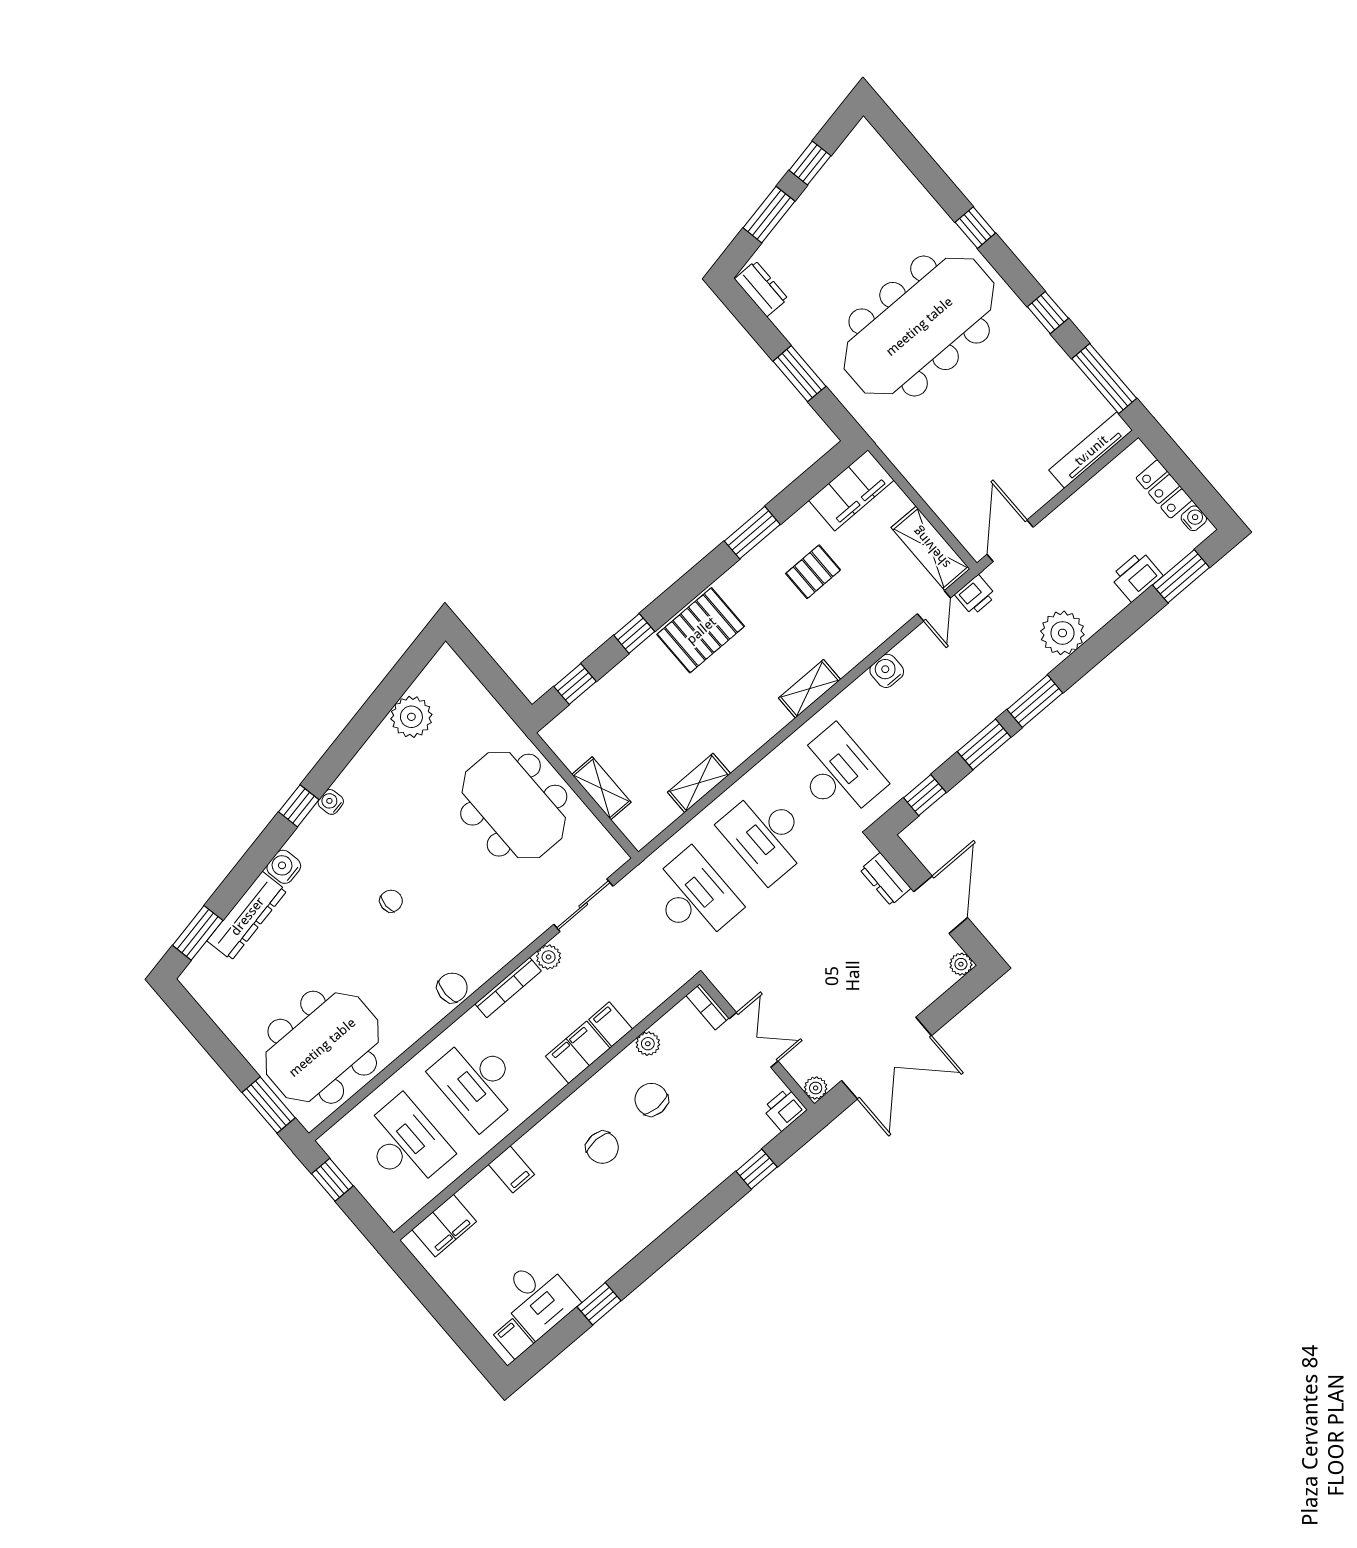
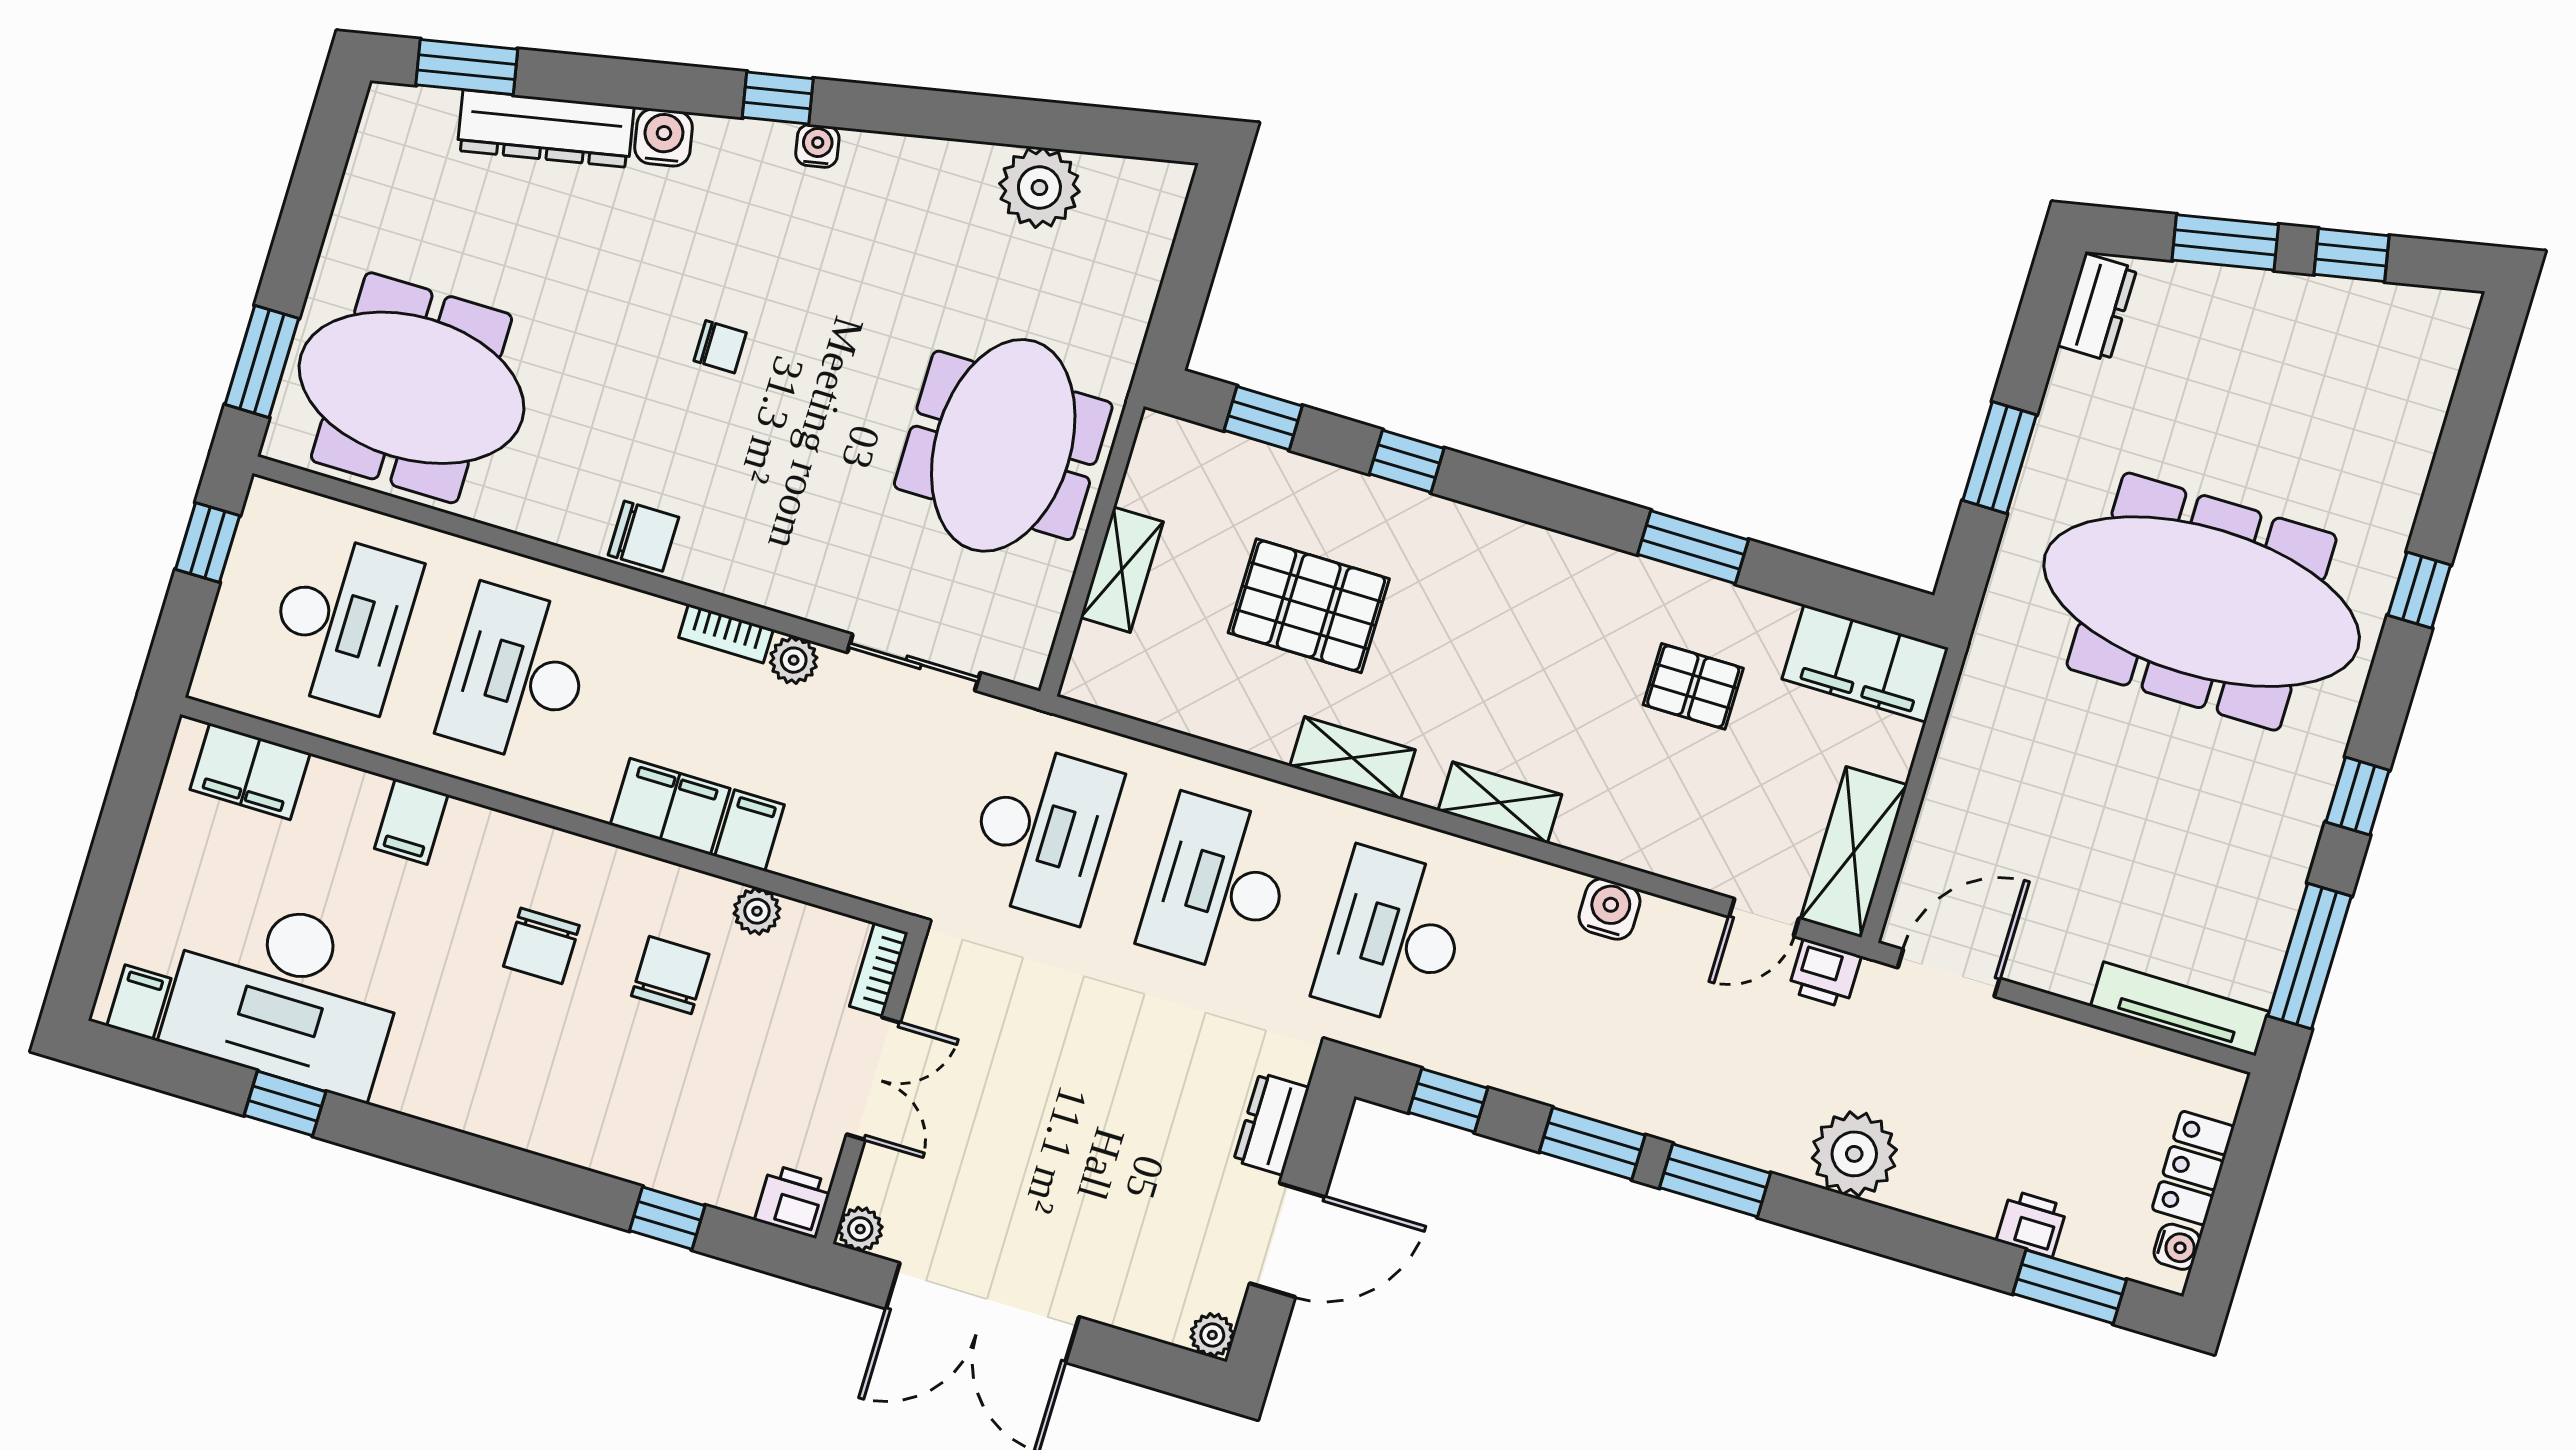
printer: (1136, 576) -> (2032, 1224), width x0.73, depth x0.81
pallet: (701, 630) -> (1309, 606), moved
desk: (838, 773) -> (1393, 938), turned 180
shelving: (699, 783) -> (1352, 758), moved
bookcase: (508, 987) -> (726, 634), width x0.64
desk: (538, 1297) -> (286, 994), width x1.87, depth x1.30

